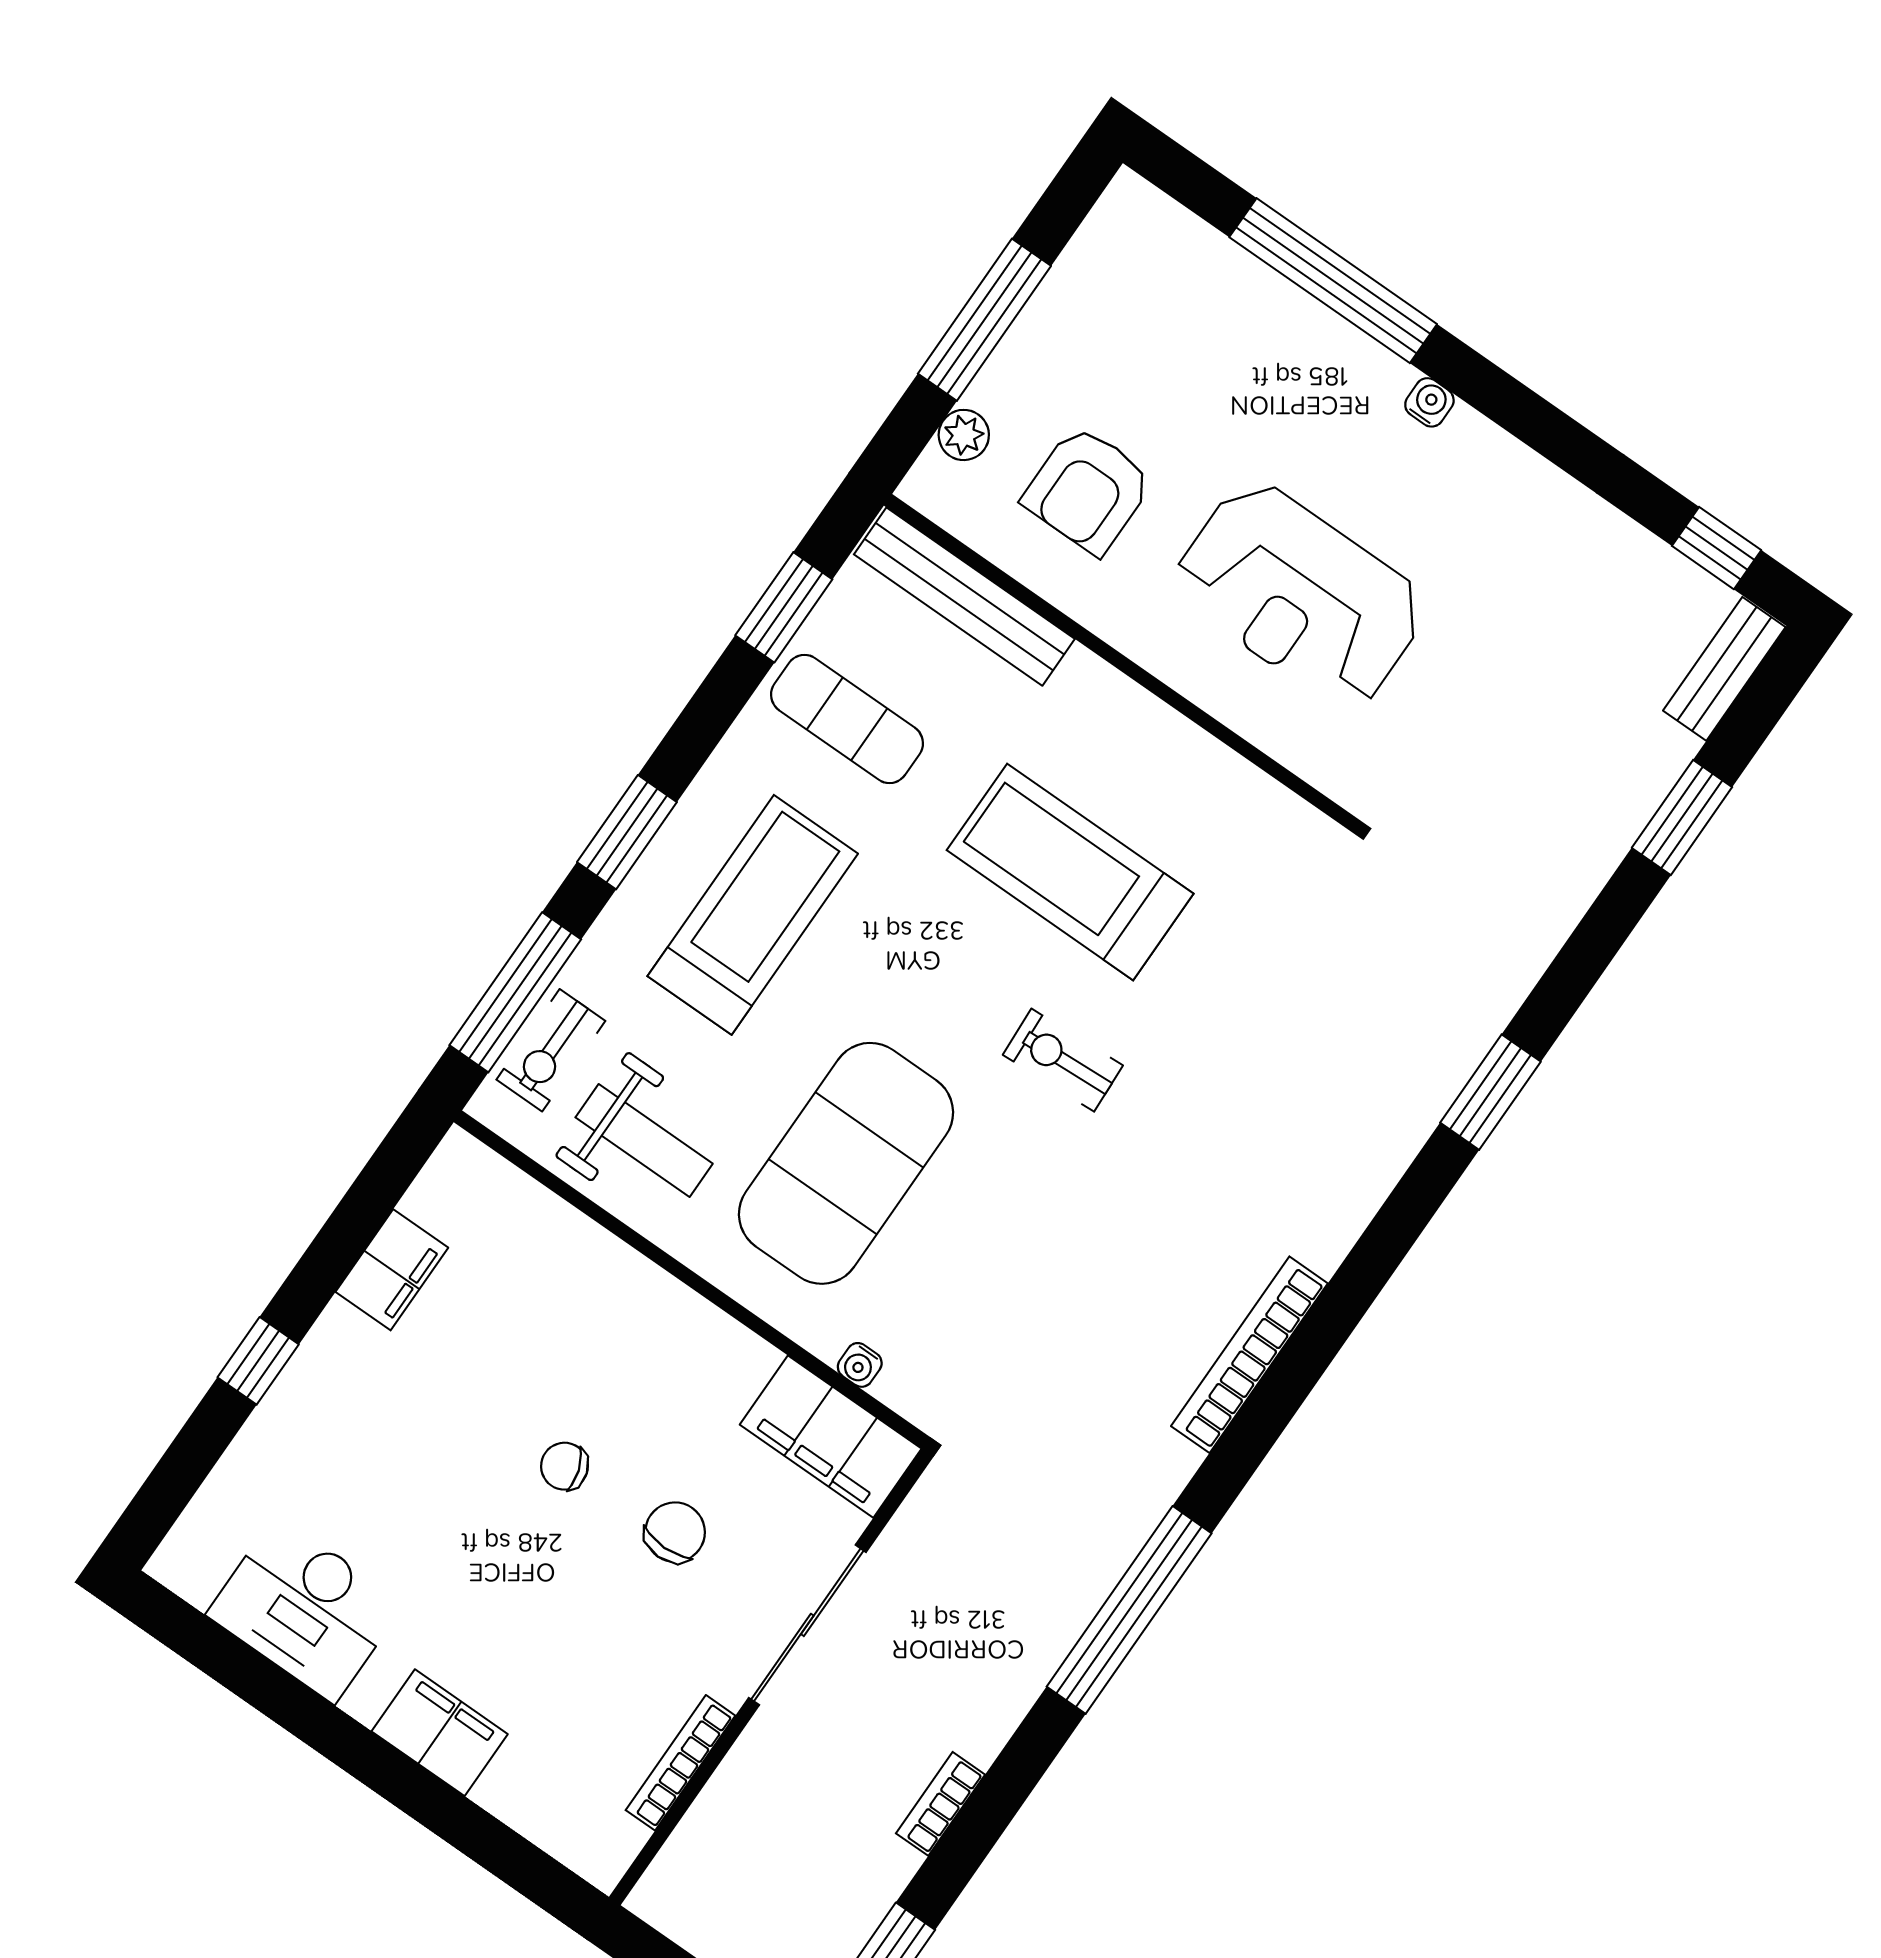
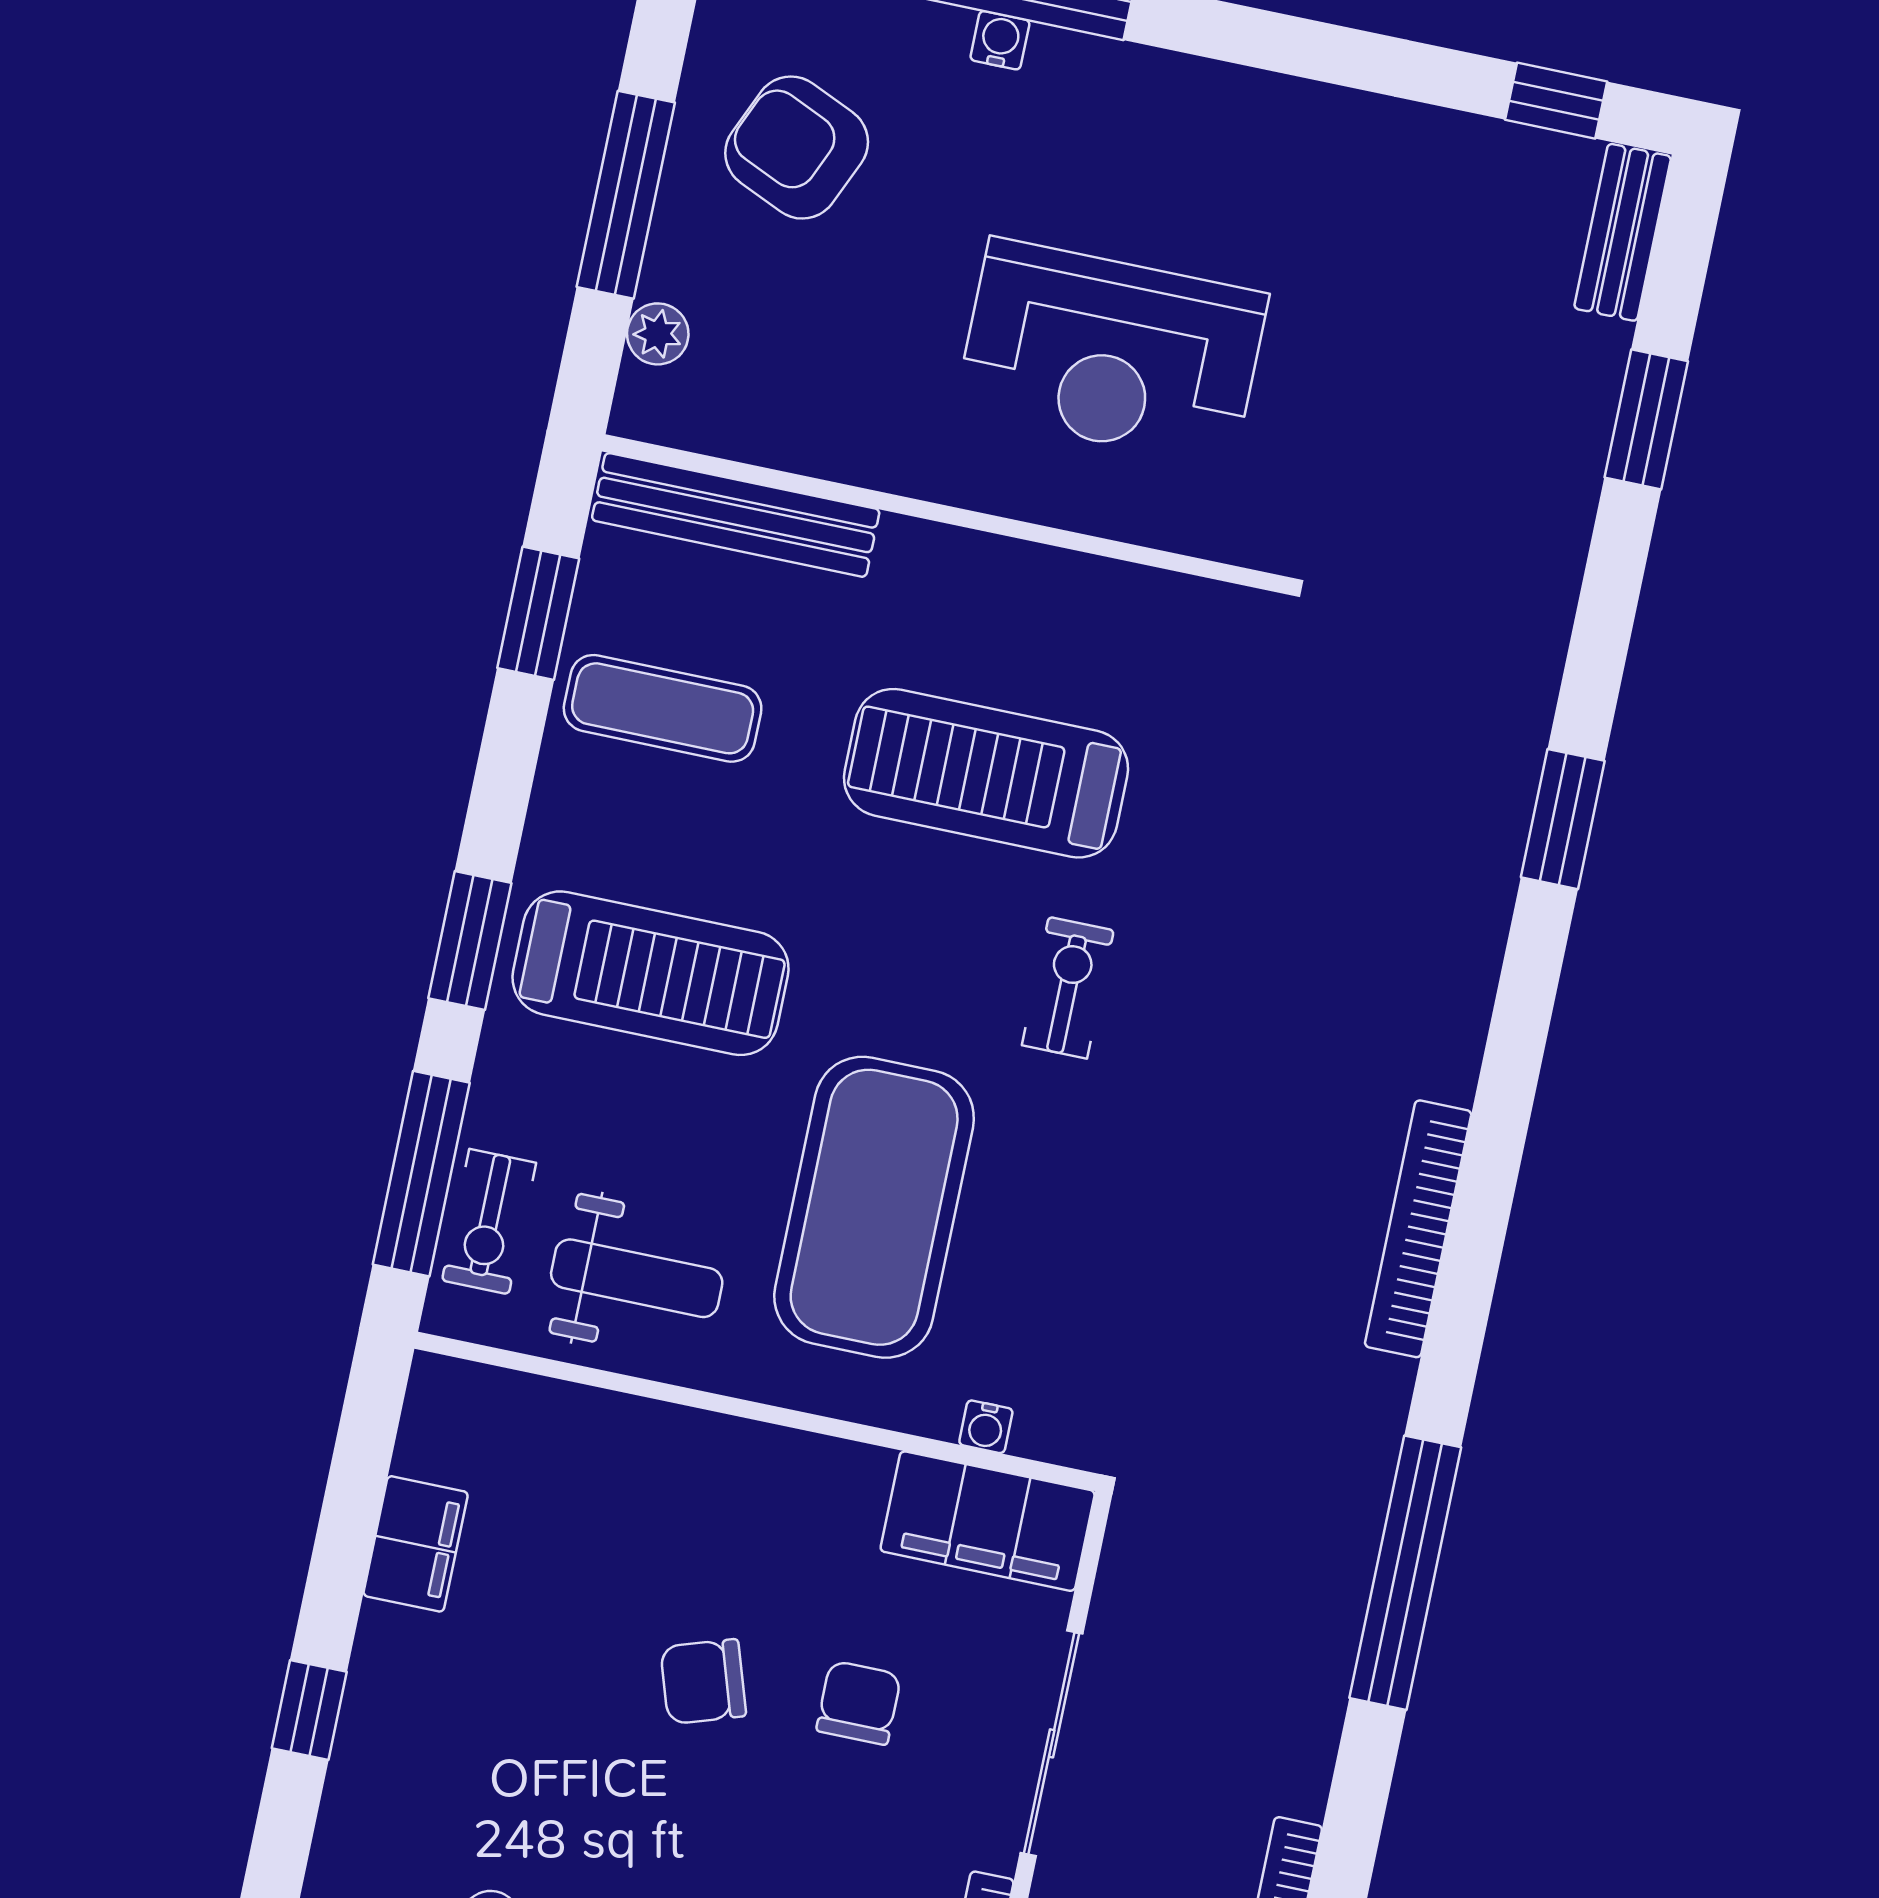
water cooler: (1429, 402) -> (1000, 40), moved
armchair: (1088, 490) -> (797, 148), moved, turned 114
treadmill: (753, 915) -> (651, 973), turned 90
exercise bike: (1063, 1060) -> (1068, 988), turned 93
chair: (564, 1466) -> (703, 1682), width x1.37, depth x1.37

